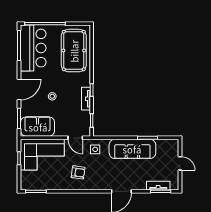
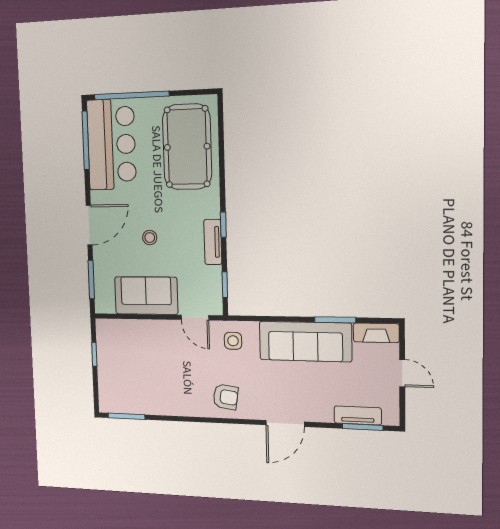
sofa: (38, 127) -> (146, 296), moved
fireplace: (168, 144) -> (376, 333), added
corner sofa: (42, 155) -> (135, 348), removed
armchair: (78, 172) -> (226, 397), moved

